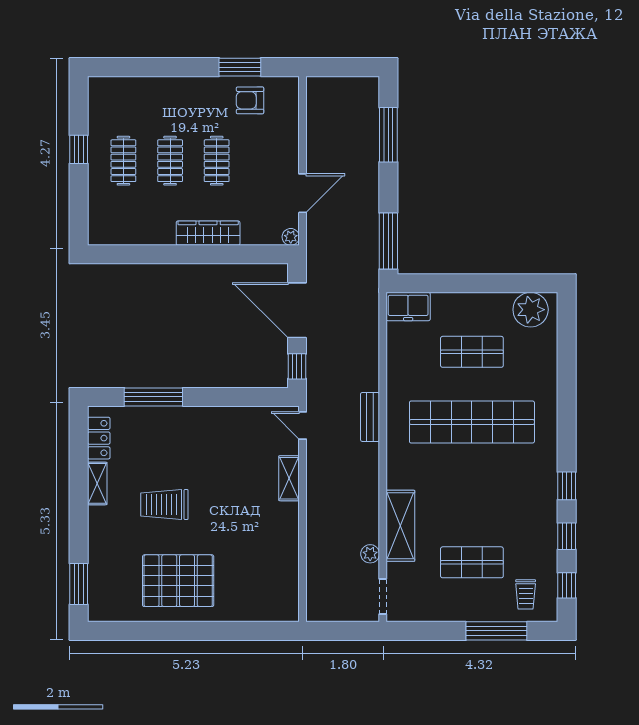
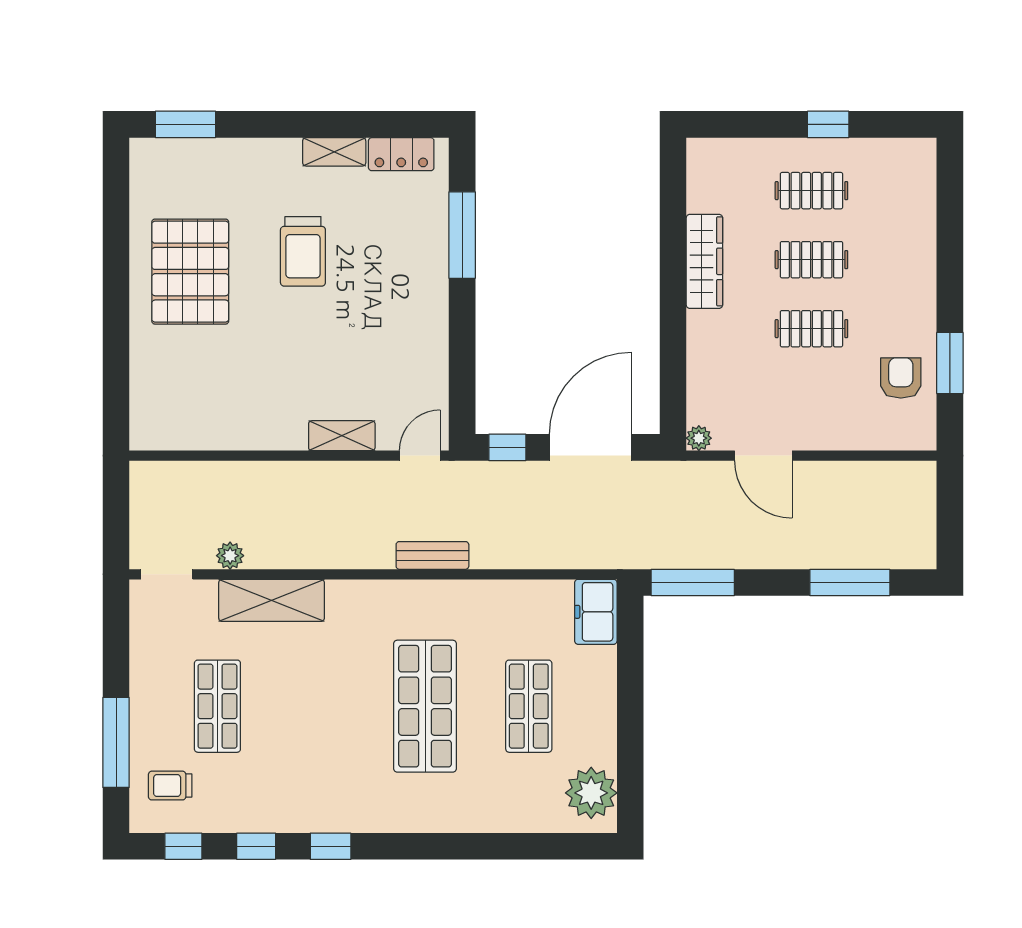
wardrobe: (208, 233) -> (704, 261), moved
shop shelf: (472, 422) -> (425, 706), width x0.71
trolley: (164, 505) -> (303, 251), turned 180

